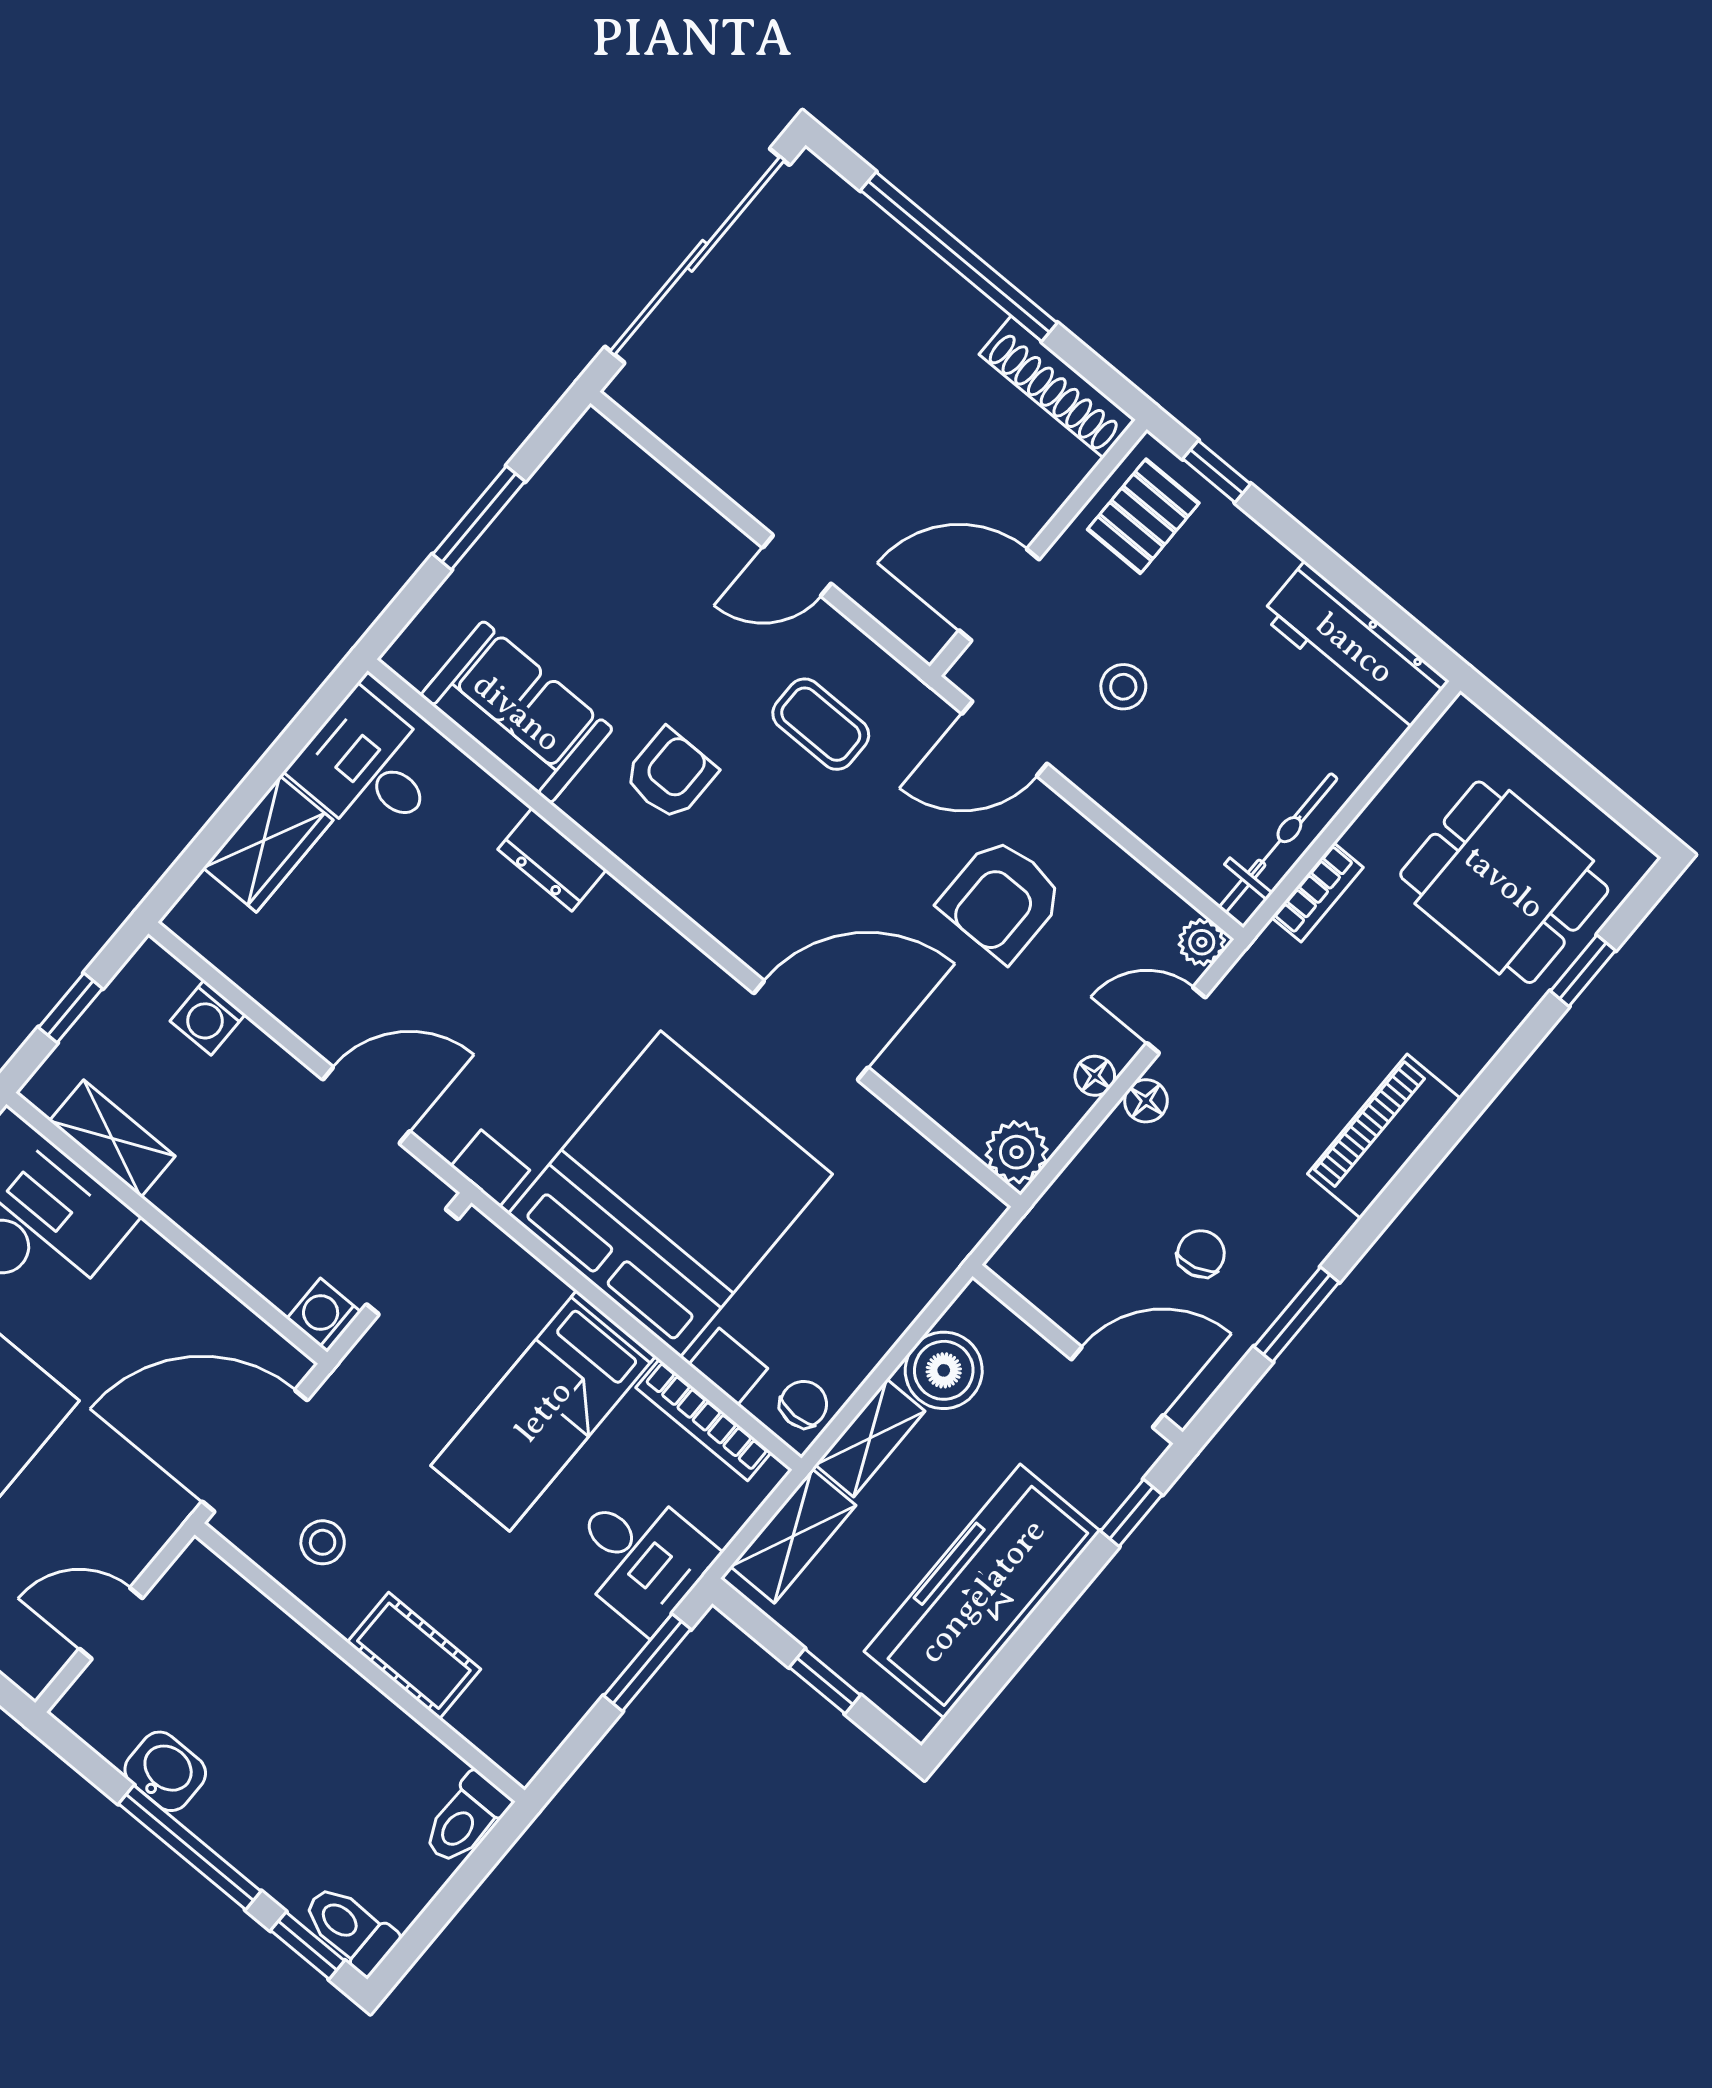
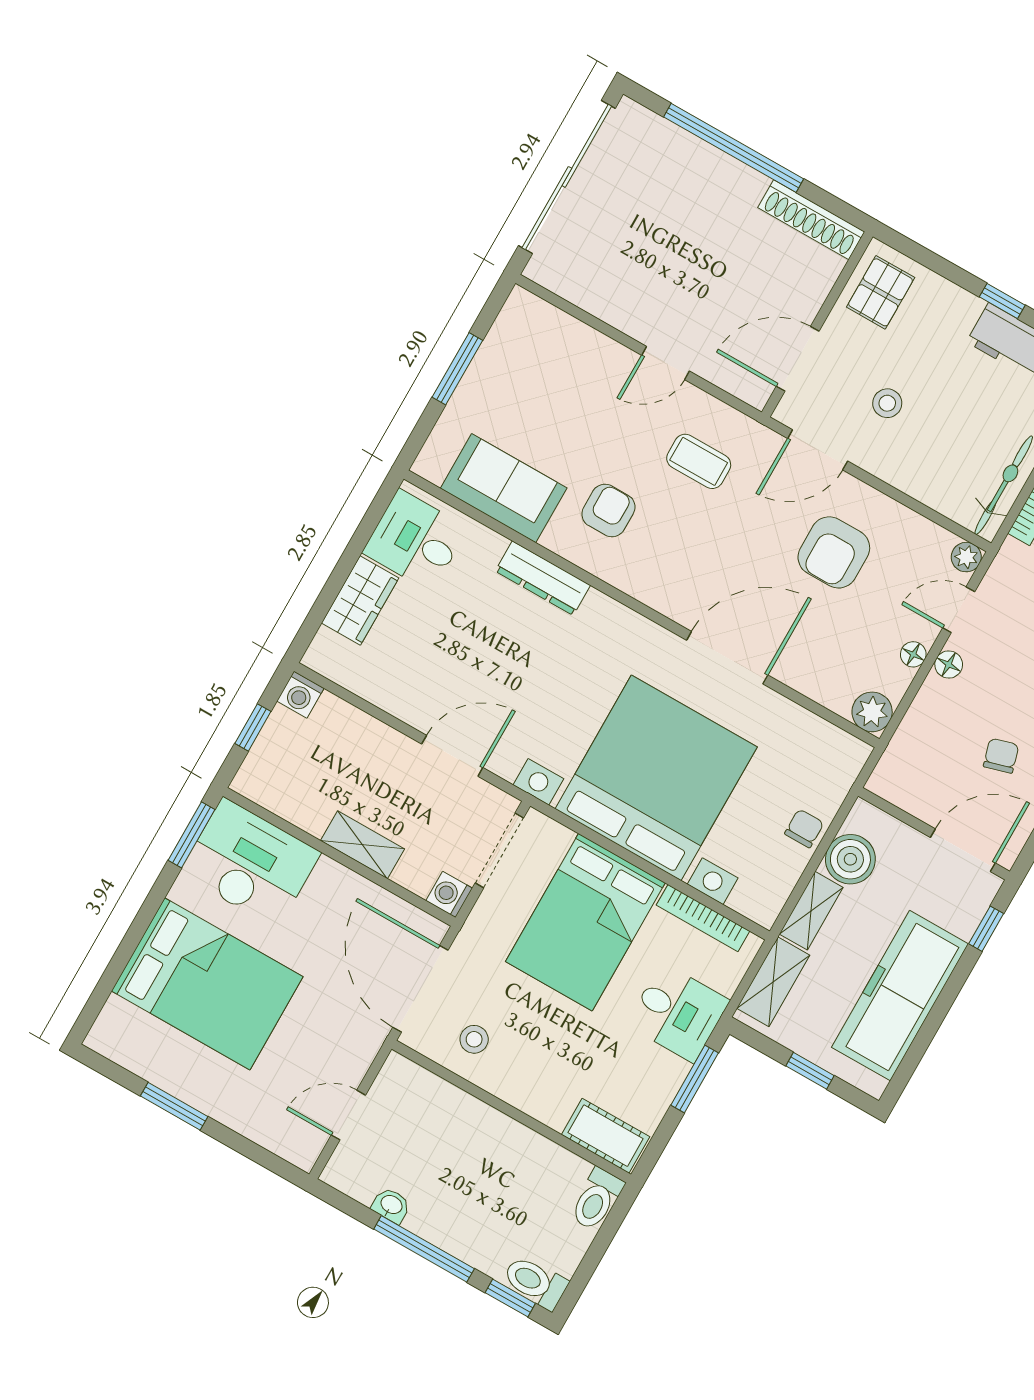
window: (1217, 471) -> (1002, 301), moved
dresser: (552, 860) -> (543, 578), width x1.44
washing machine: (208, 1018) -> (300, 695), moved
shelving: (112, 1138) -> (362, 845), moved
chair: (804, 1404) -> (804, 828), moved
bed: (543, 1411) -> (585, 922), width x1.50
door: (255, 1451) -> (420, 989), hinge flipped
cot: (414, 1656) -> (606, 1136), moved
washbasin: (165, 1771) -> (391, 1205), width x0.72, depth x0.69

